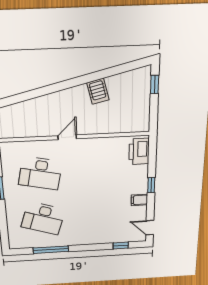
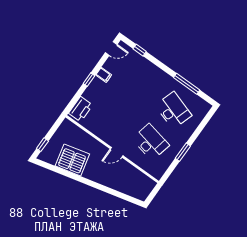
server rack: (98, 91) -> (72, 160), width x2.18, depth x1.44
door: (150, 228) -> (111, 49), hinge flipped

